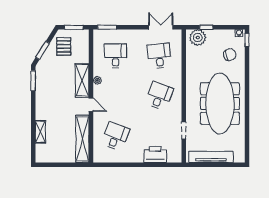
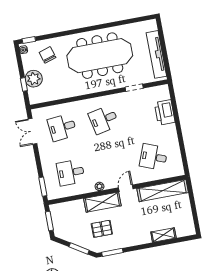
plant: (198, 38) -> (34, 79), moved
pallet: (64, 46) -> (102, 229), moved
desk: (159, 96) -> (104, 120), turned -33

